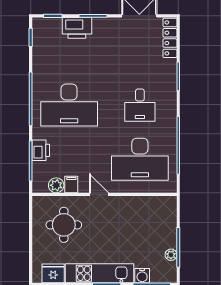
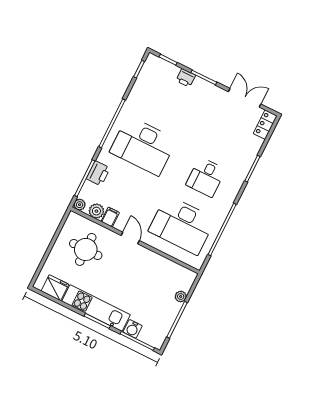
printer: (77, 28) -> (186, 78), width x0.53, depth x0.68
locker: (170, 38) -> (265, 125), width x0.66
plant: (38, 187) -> (80, 205), added
plant: (171, 255) -> (181, 296), moved

